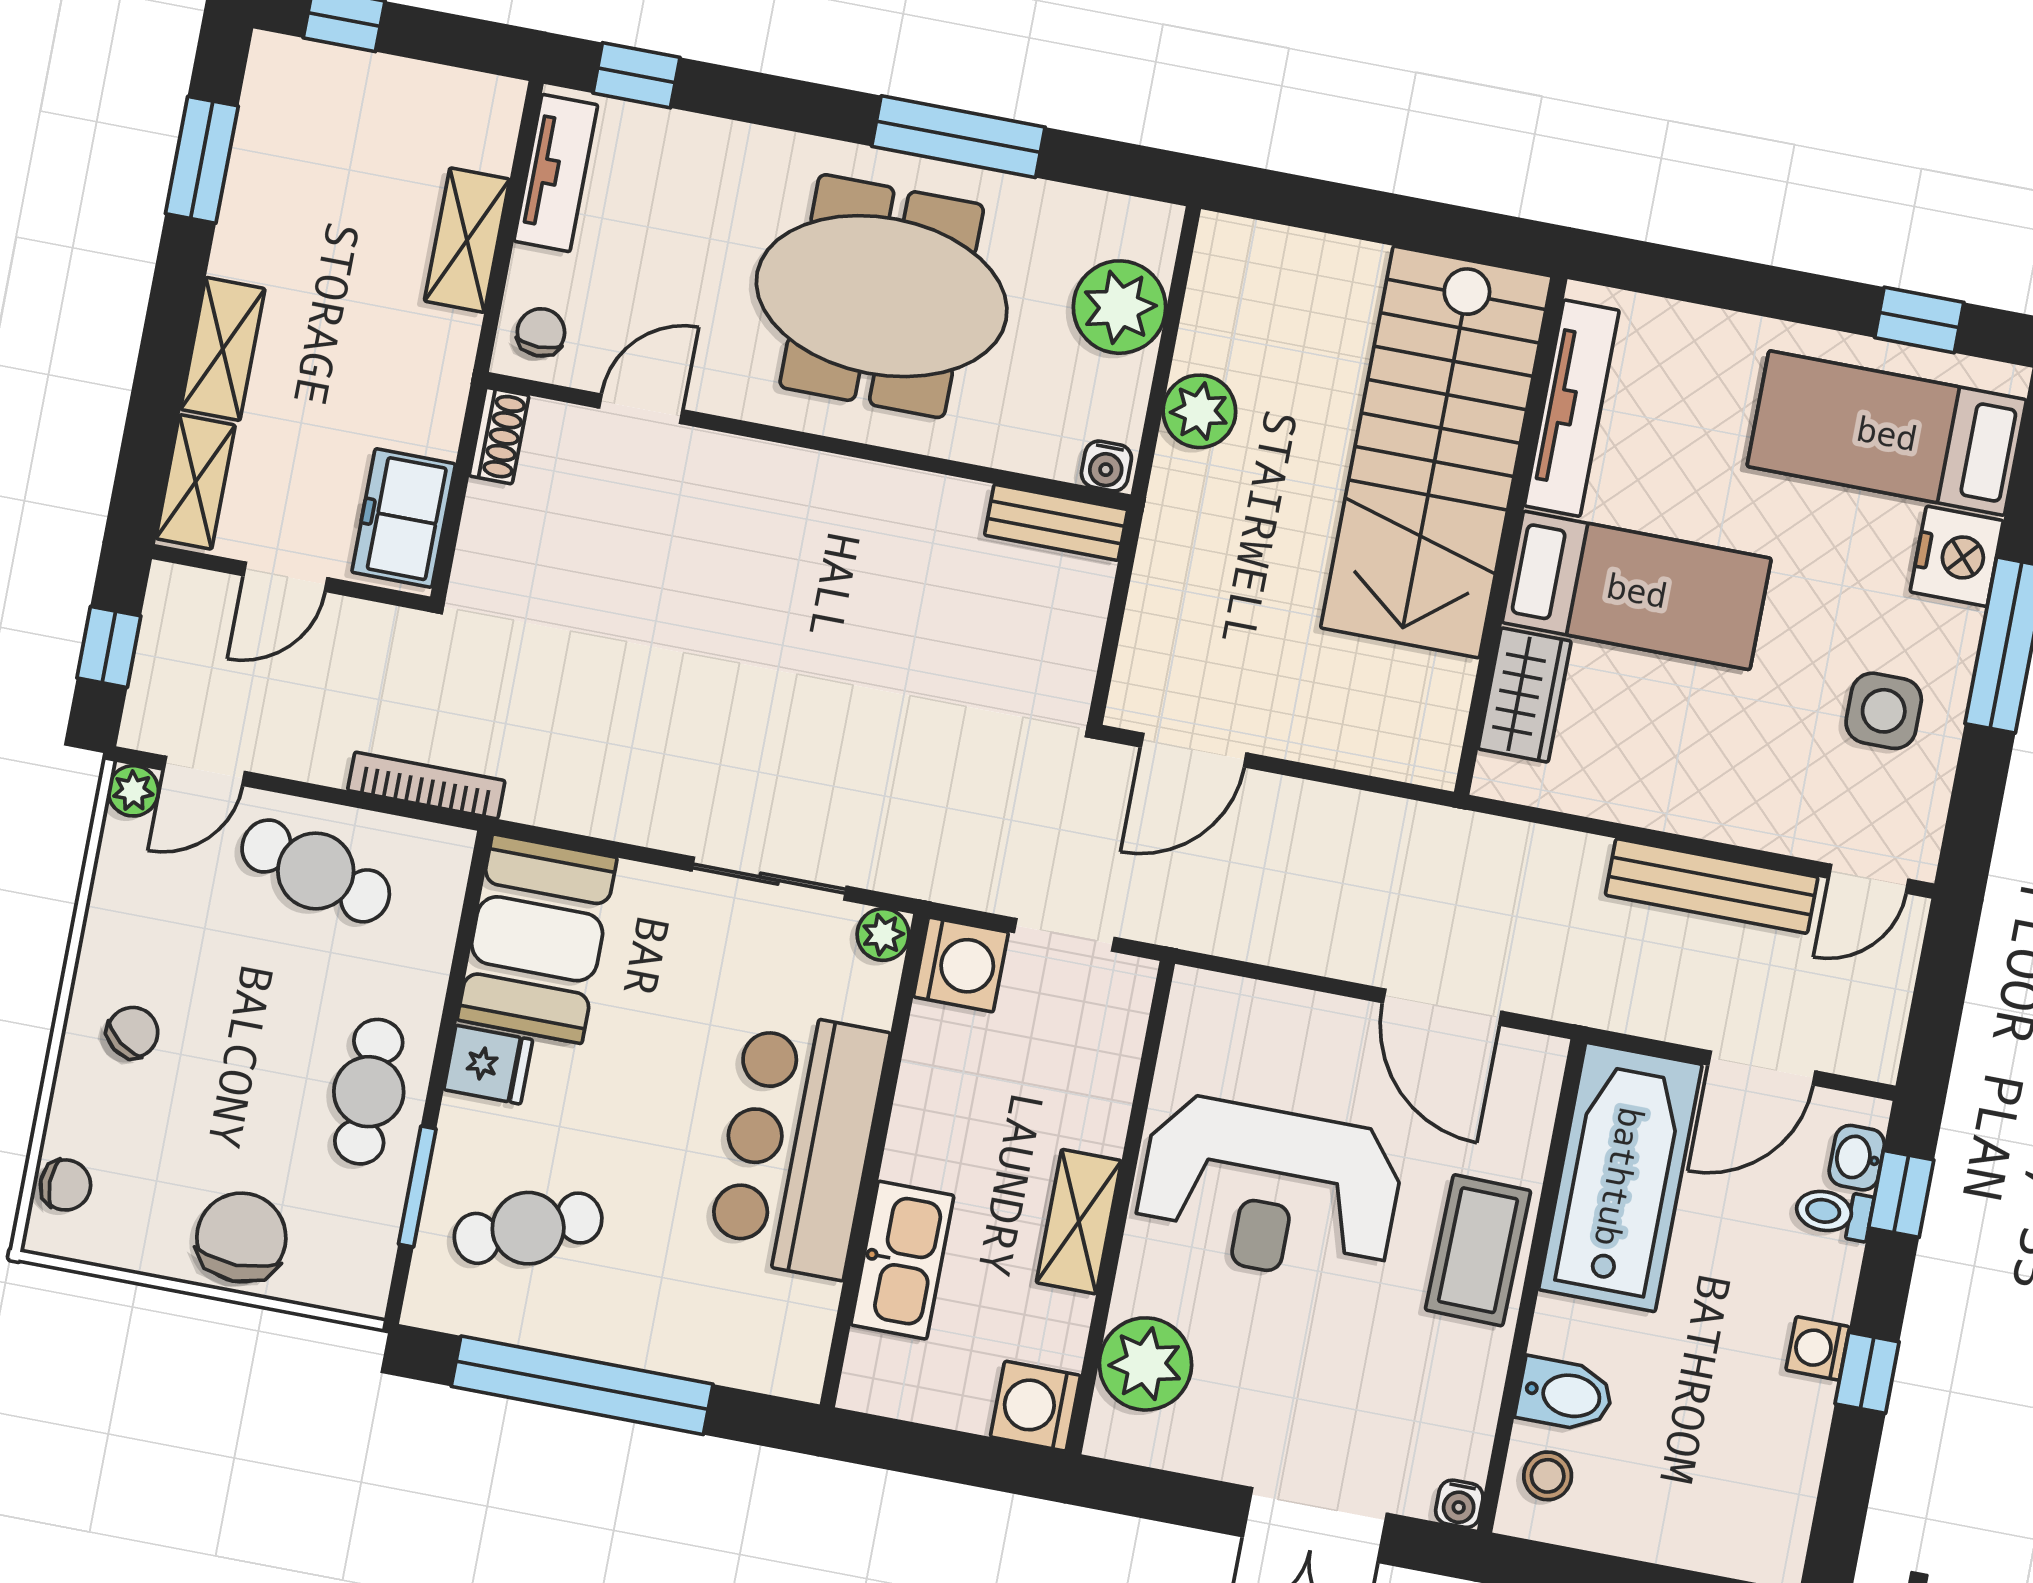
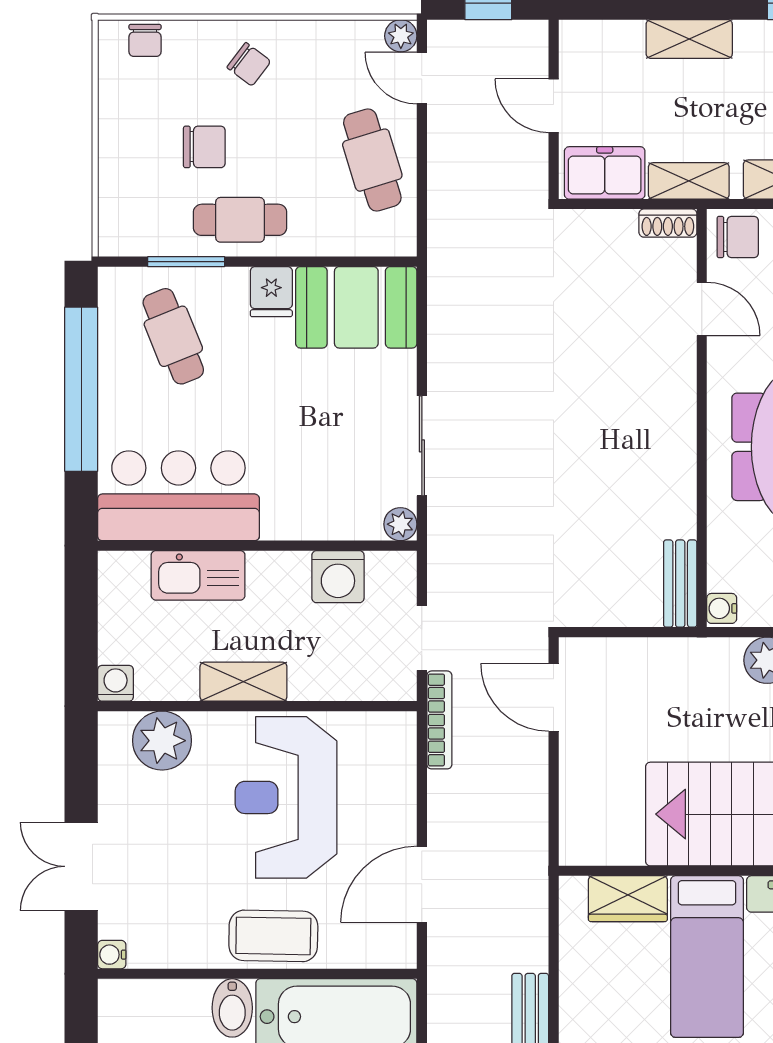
chair: (541, 332) -> (738, 237), width x1.37, depth x1.37
shelving: (196, 482) -> (689, 181), moved
bookcase: (426, 785) -> (439, 720), moved
cafe table: (316, 871) -> (372, 160), turned -33
washing machine: (961, 965) -> (338, 577), moved
bar counter: (798, 1144) -> (178, 496), moved
chair: (241, 1237) -> (204, 147), moved, width x0.73, depth x0.73
bidet: (1565, 1395) -> (232, 1008), moved
washing machine: (1035, 1406) -> (116, 683), width x0.73, depth x0.73
stool: (1548, 1476) -> (140, 1007), removed

